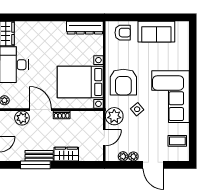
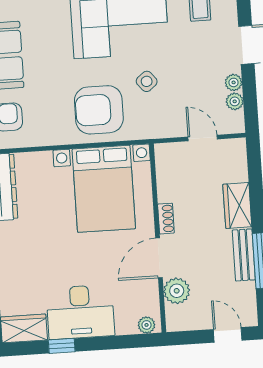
armchair: (123, 82) -> (99, 110), turned 180
plant: (114, 116) -> (162, 122), removed

